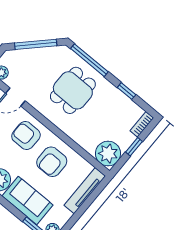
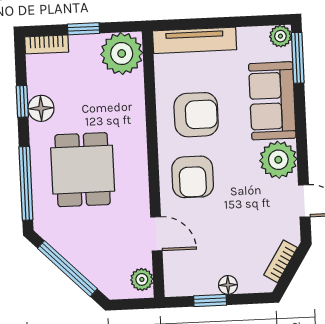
dining table: (73, 90) -> (83, 170), turned 90
floor lamp: (116, 97) -> (41, 108), added

